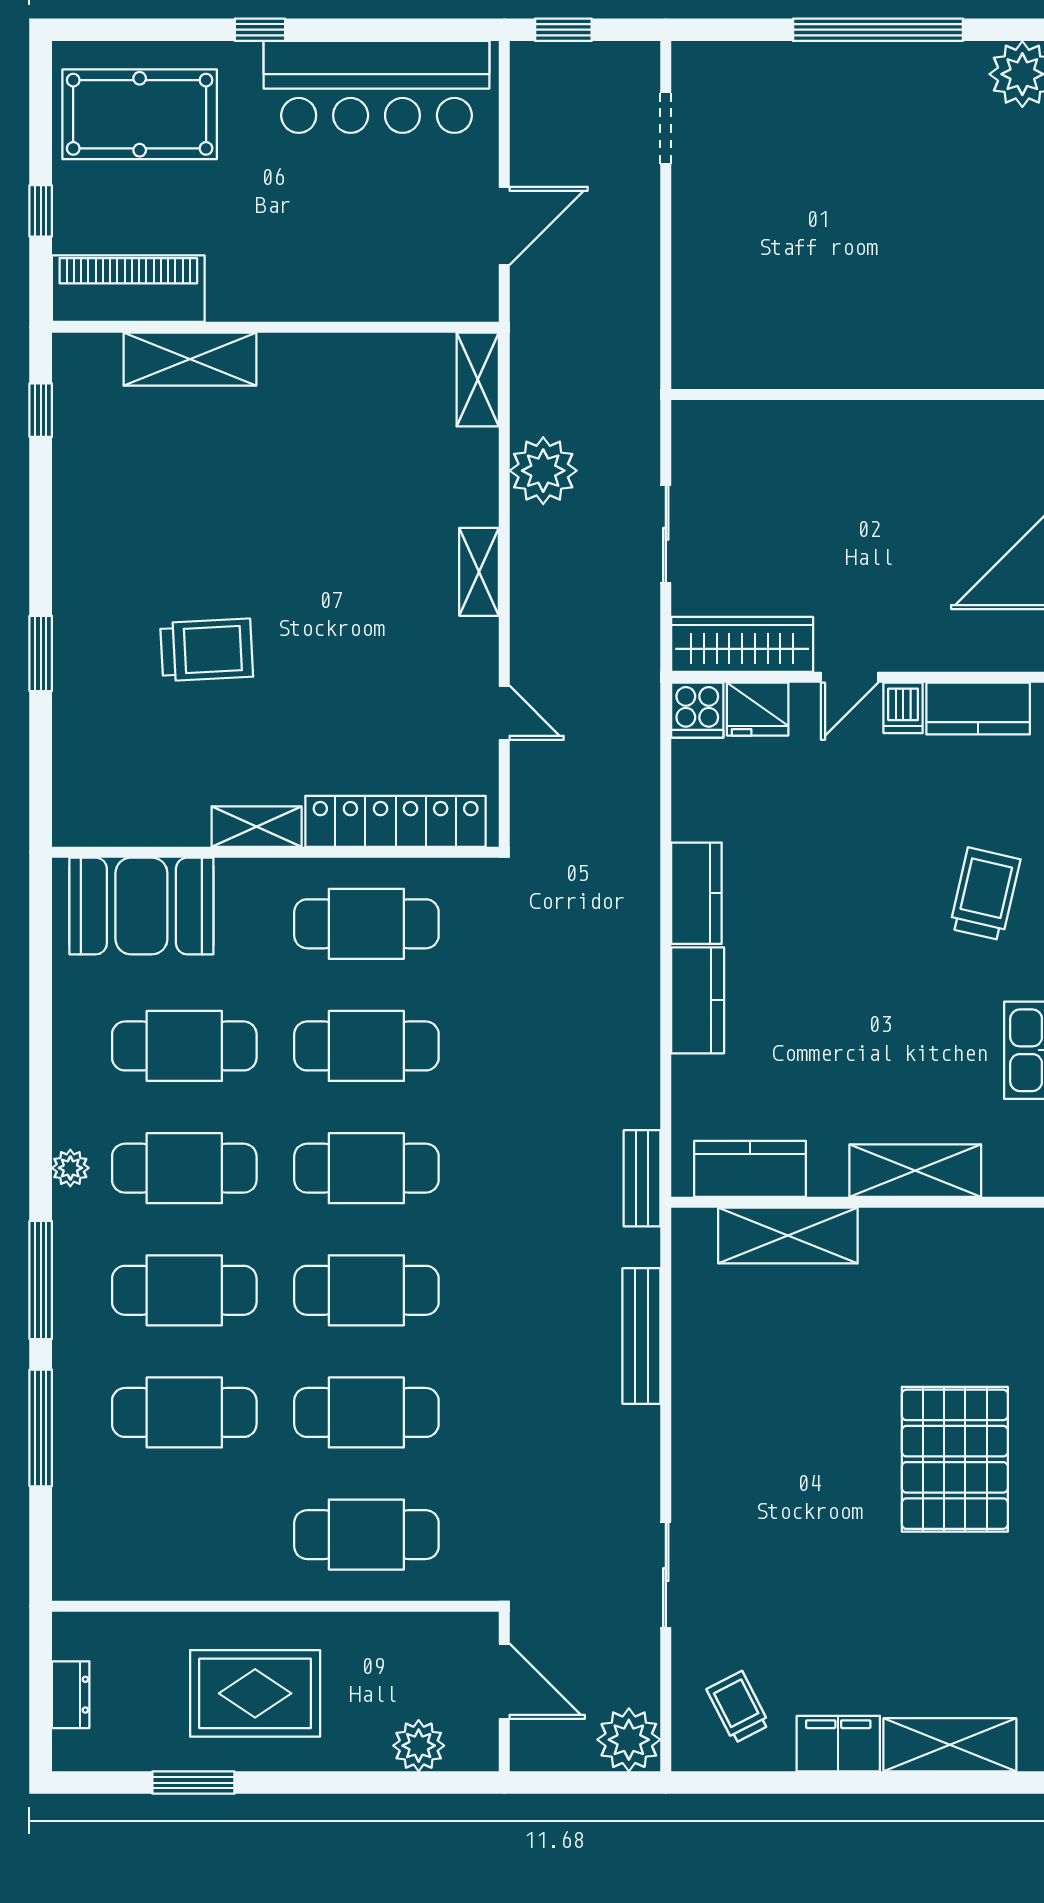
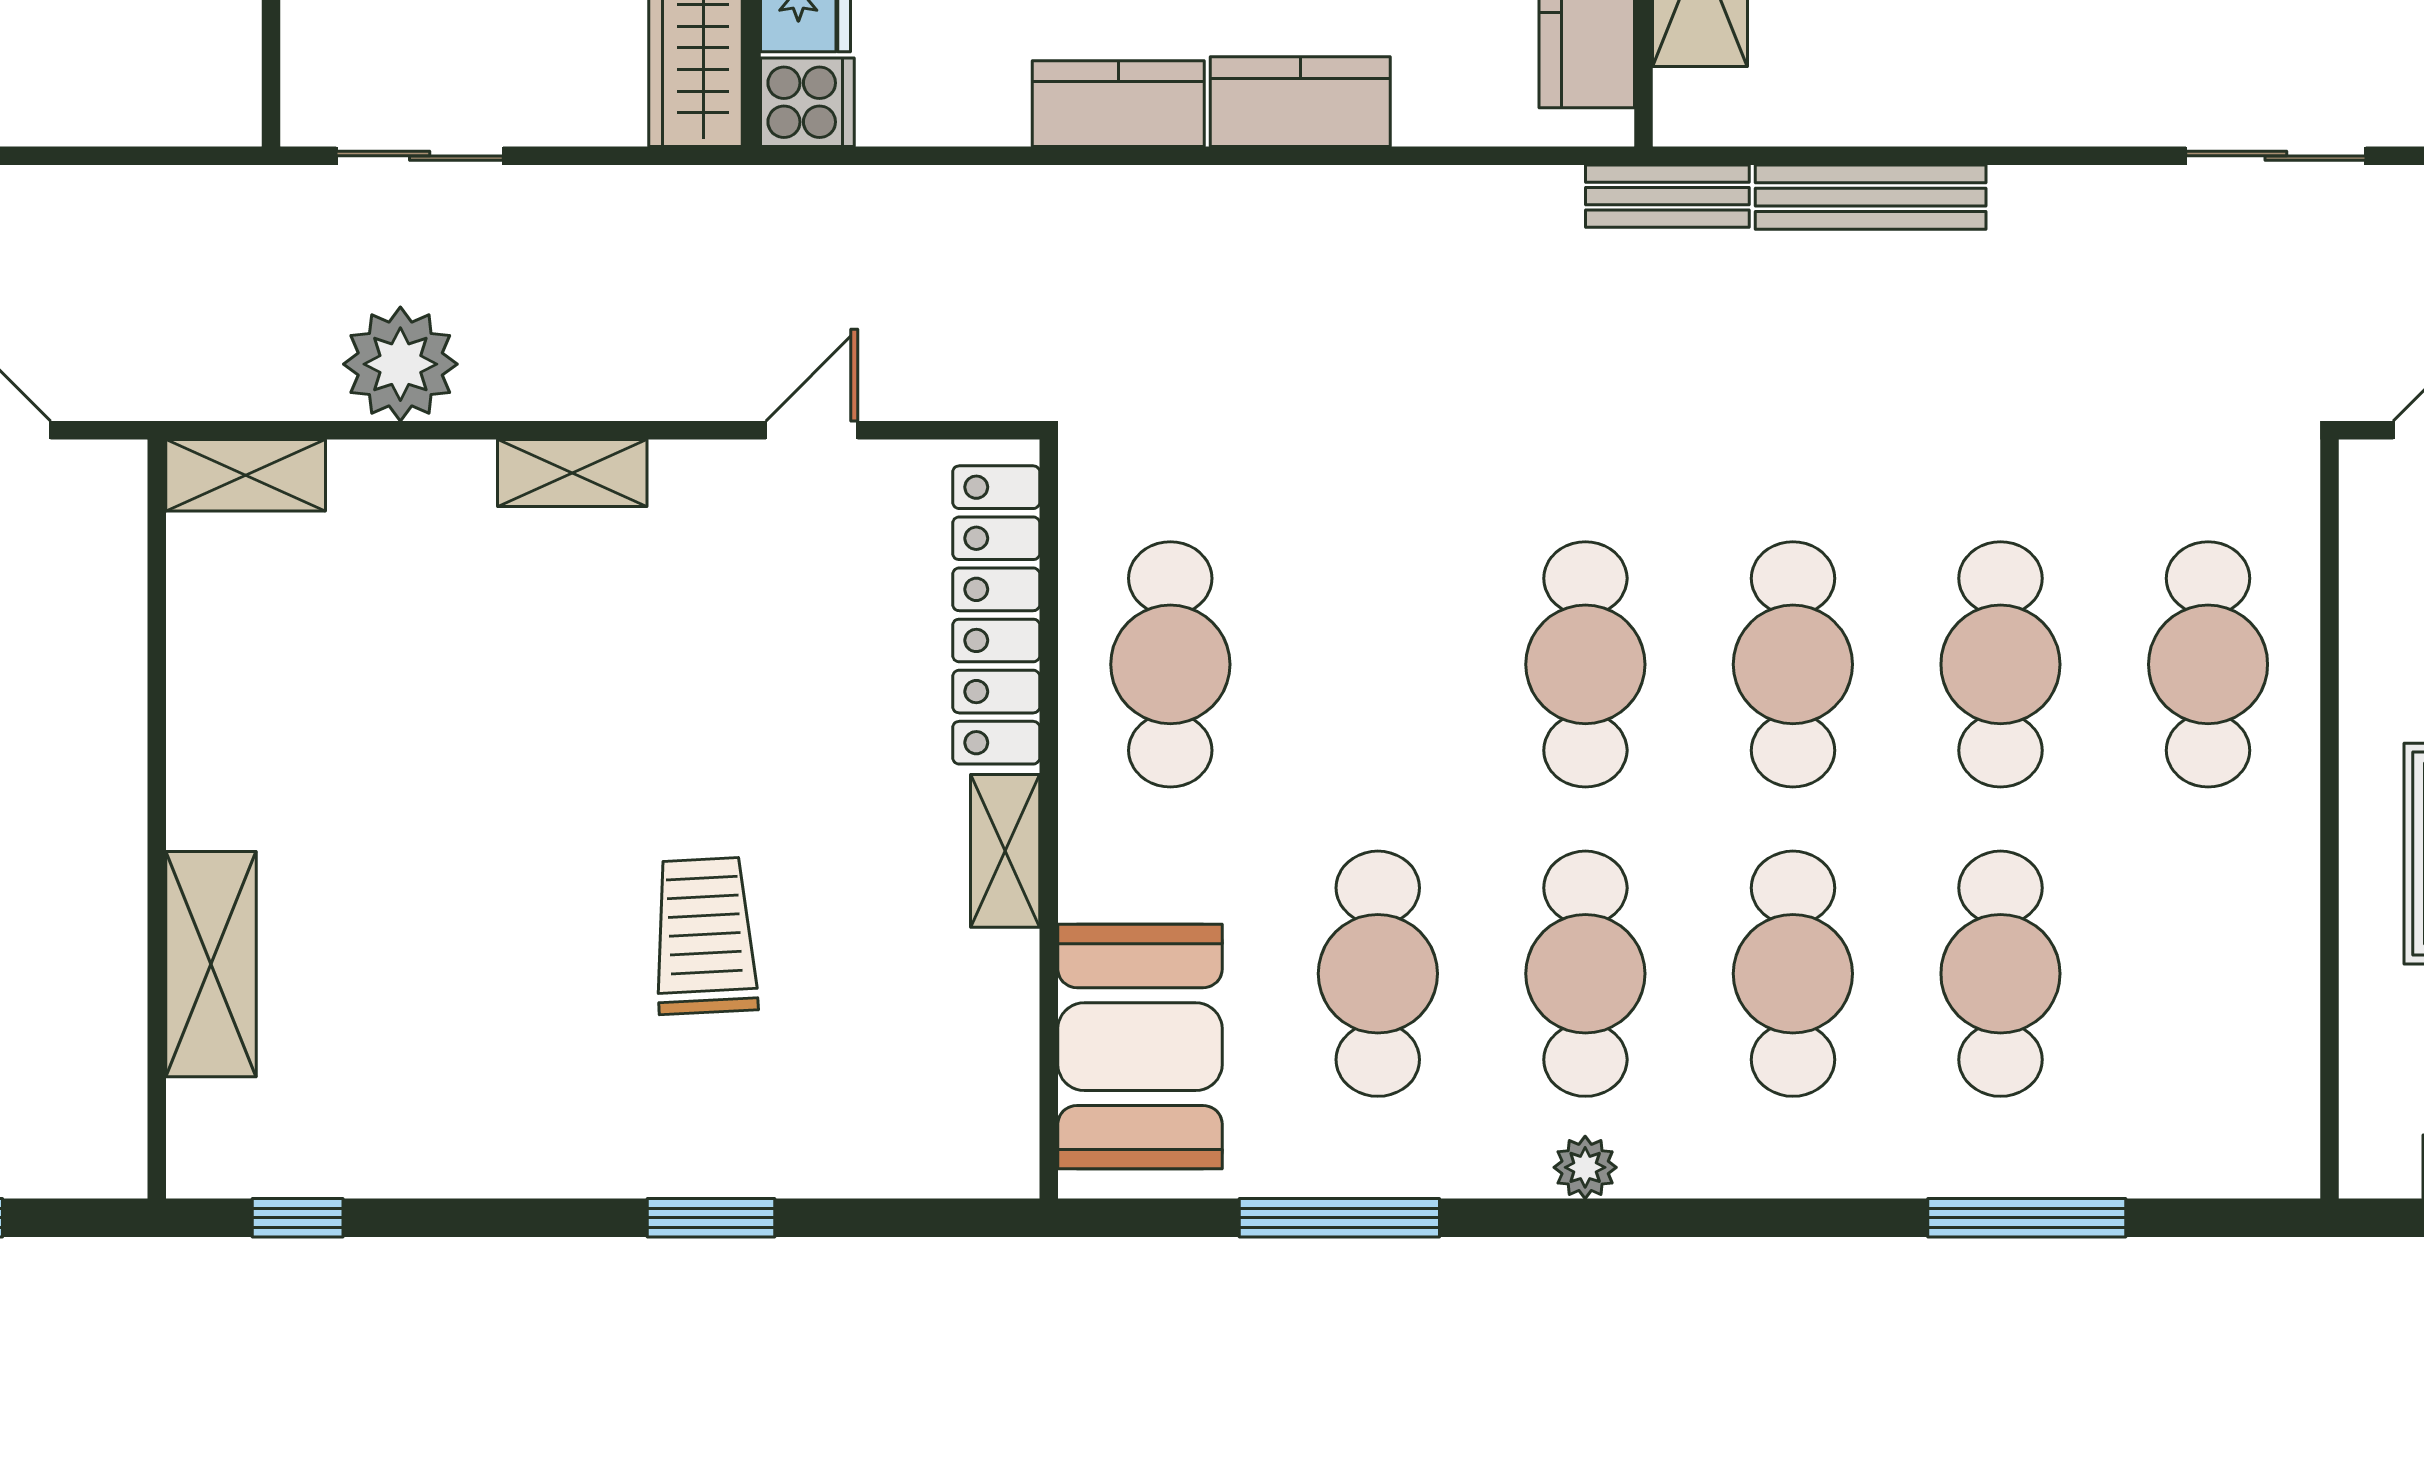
piano: (128, 289) -> (91, 1069), removed
sliding door: (666, 534) -> (420, 156), moved
cafe table: (366, 1046) -> (1378, 664), removed
bench: (642, 1178) -> (1667, 196), moved
window: (41, 1280) -> (1339, 1218), moved

